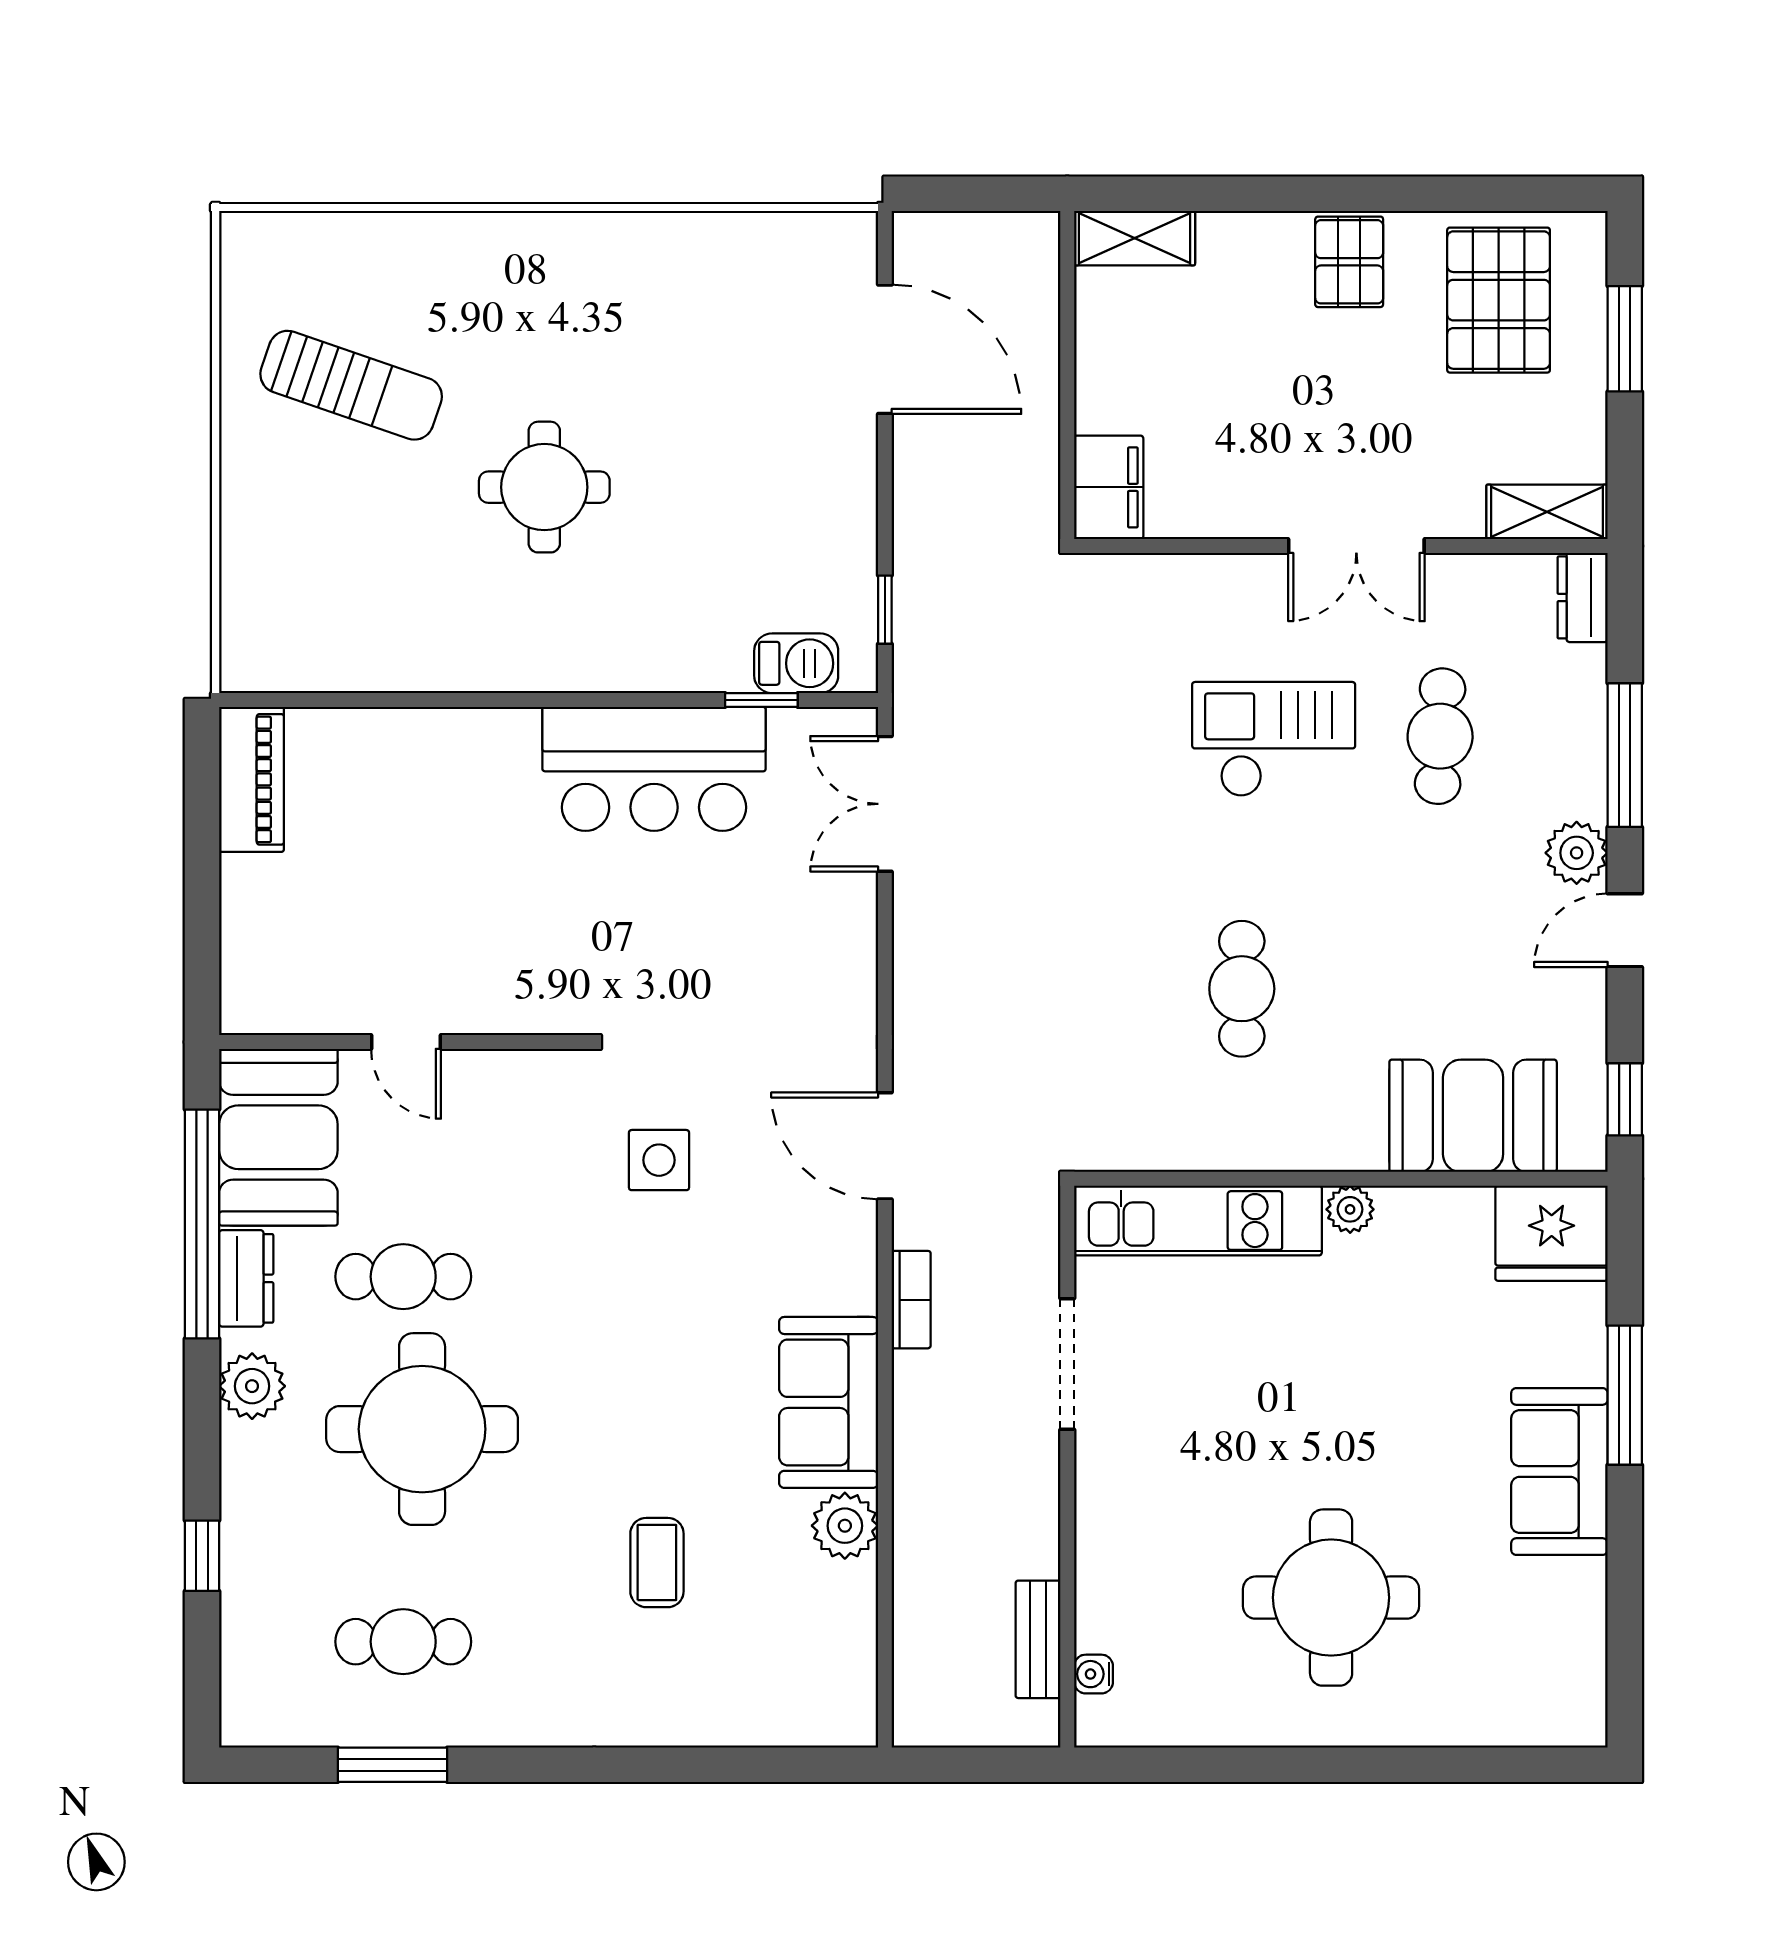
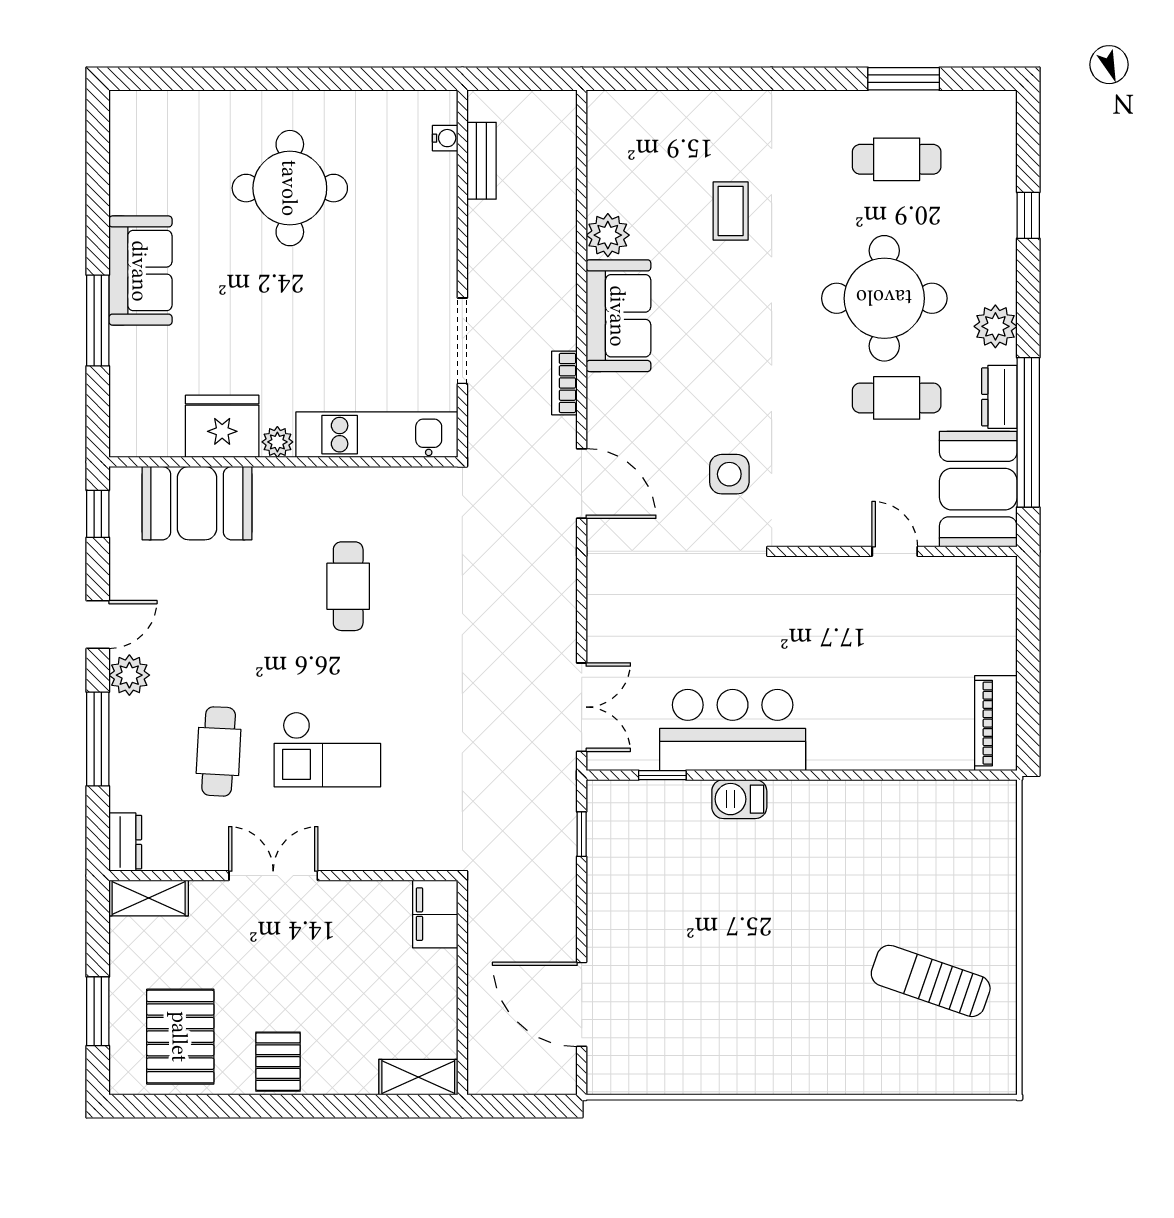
round table: (544, 487) -> (804, 914), removed
barbecue: (796, 663) -> (739, 799), moved
fridge: (1552, 1233) -> (222, 426), moved

